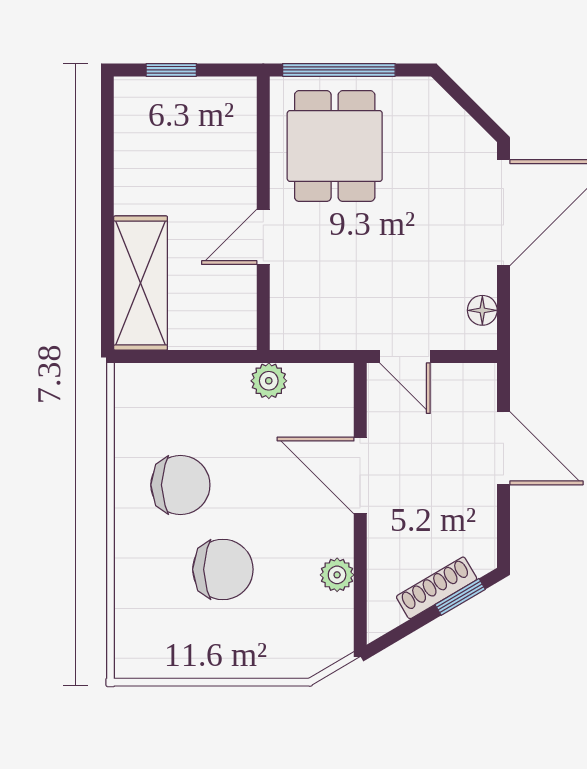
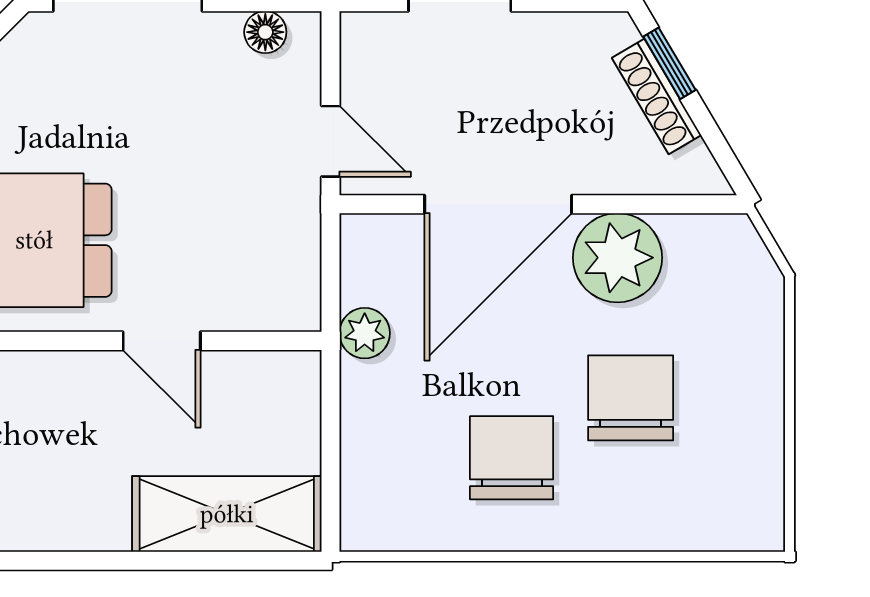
door: (405, 357) -> (330, 141), hinge flipped
door: (360, 475) -> (498, 204), width x1.36
plant: (337, 575) -> (617, 258), width x1.88, depth x1.88

